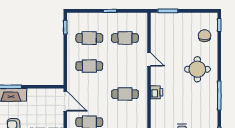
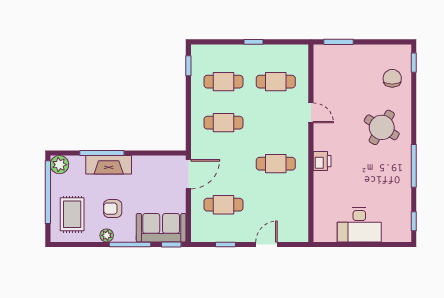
round table: (197, 69) -> (382, 127), turned 31
door: (65, 101) -> (188, 174), hinge flipped

